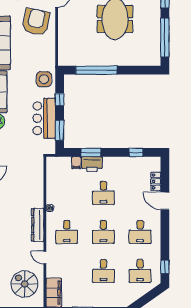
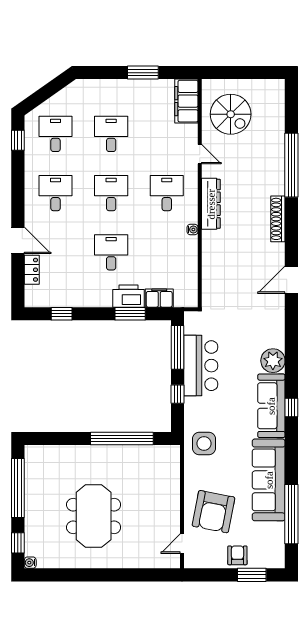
side table: (44, 79) -> (204, 443), moved
window: (60, 130) -> (178, 347), width x1.44
filing cabinet: (76, 163) -> (159, 298), width x2.00

